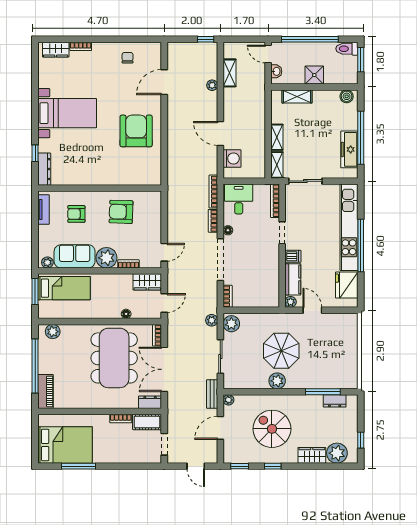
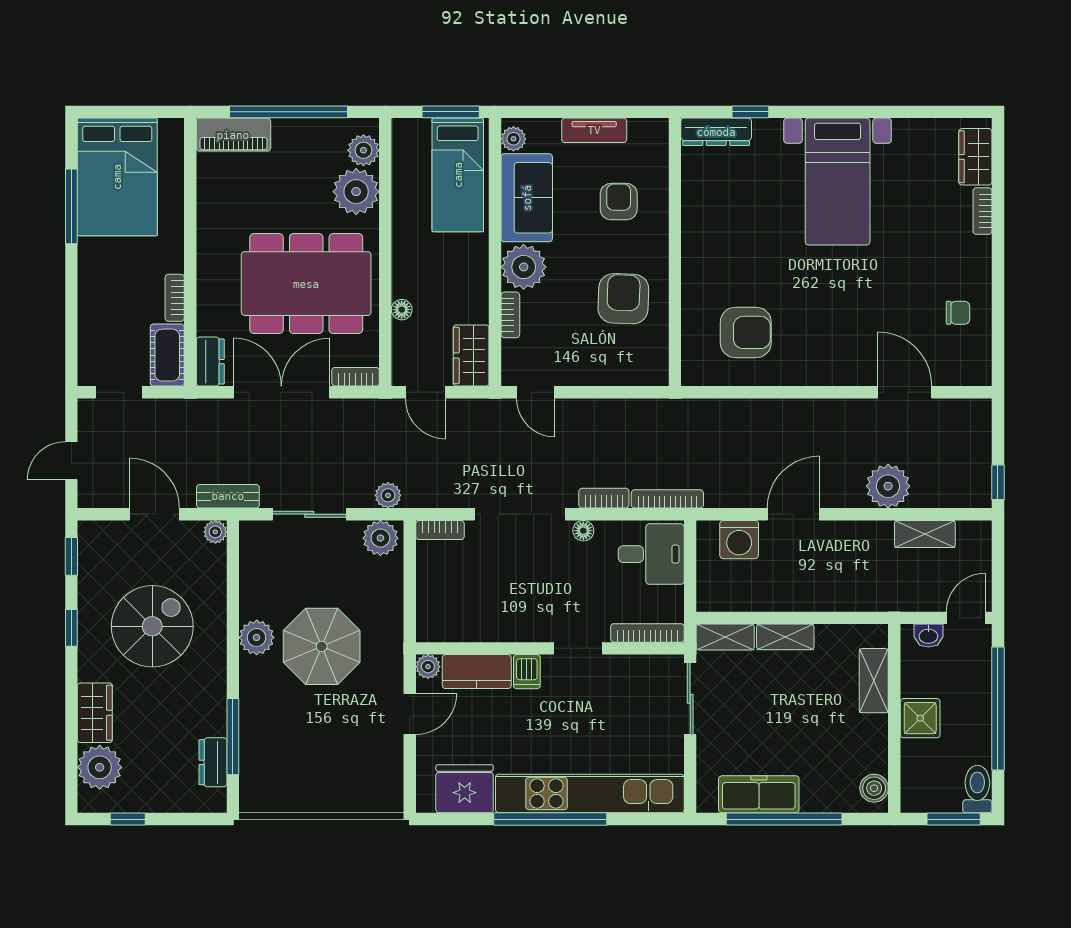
plant: (212, 85) -> (888, 486), width x1.87, depth x1.87
armchair: (136, 131) -> (746, 332), moved, width x0.73, depth x0.73
tv unit: (44, 209) -> (594, 130), moved
plant: (72, 335) -> (356, 192), added

